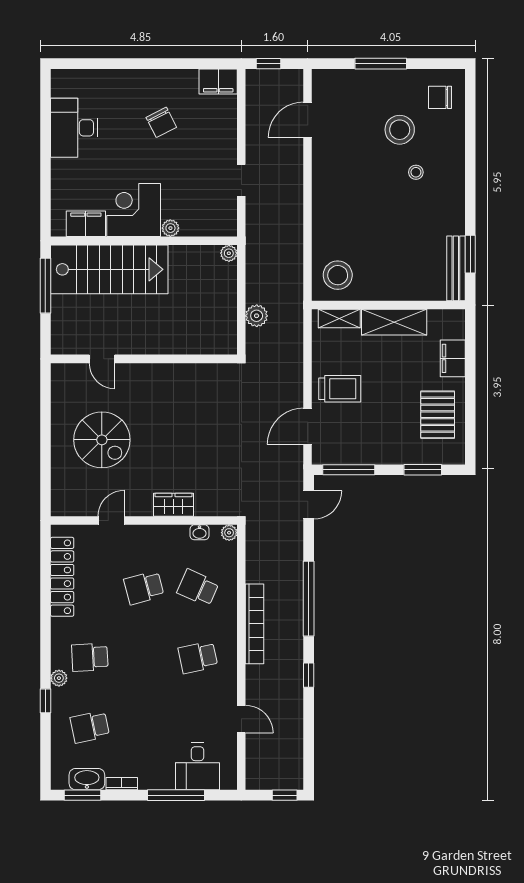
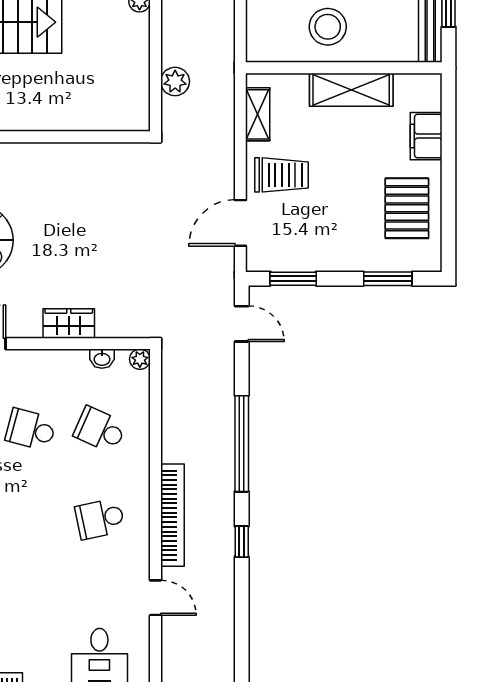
stool: (338, 275) -> (328, 27), moved
shelving: (339, 319) -> (258, 114), moved, turned 90
window: (349, 470) -> (293, 279), width x0.69
door: (309, 505) -> (242, 324), hinge flipped
school desk: (144, 588) -> (31, 430), turned 30
bookcase: (254, 624) -> (172, 515), moved

